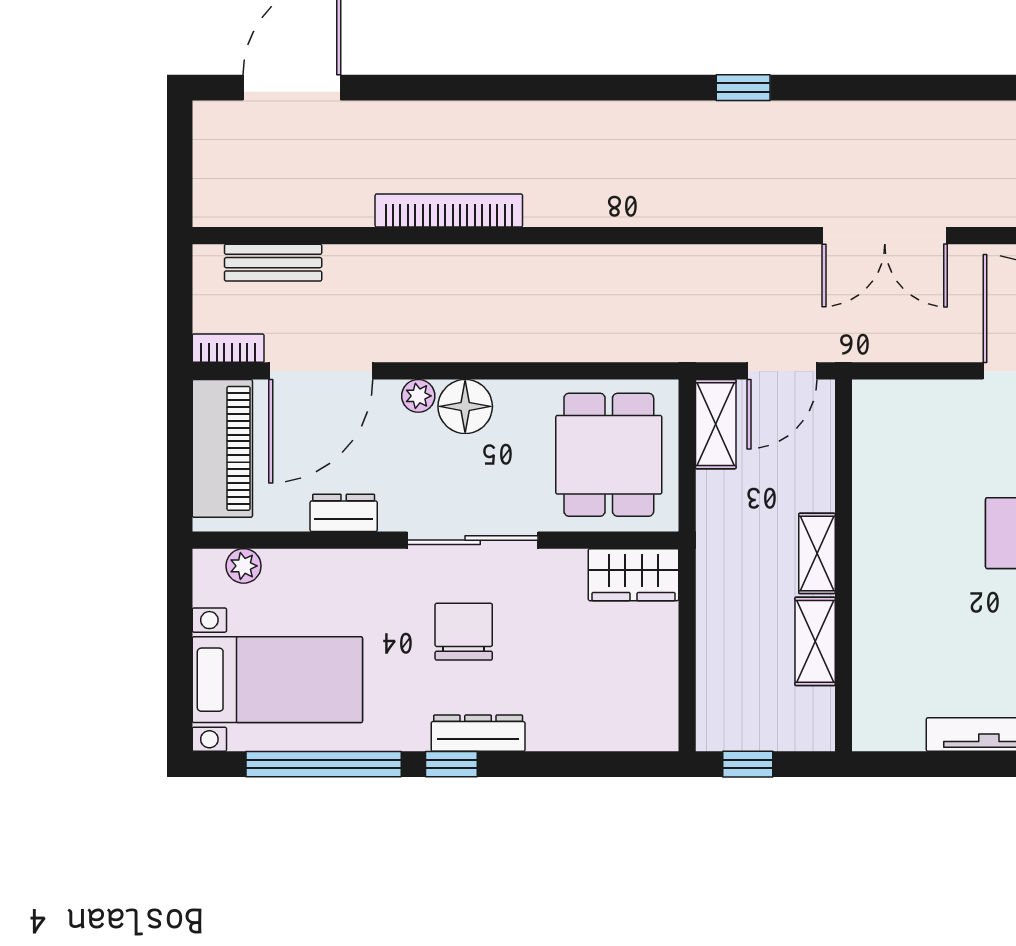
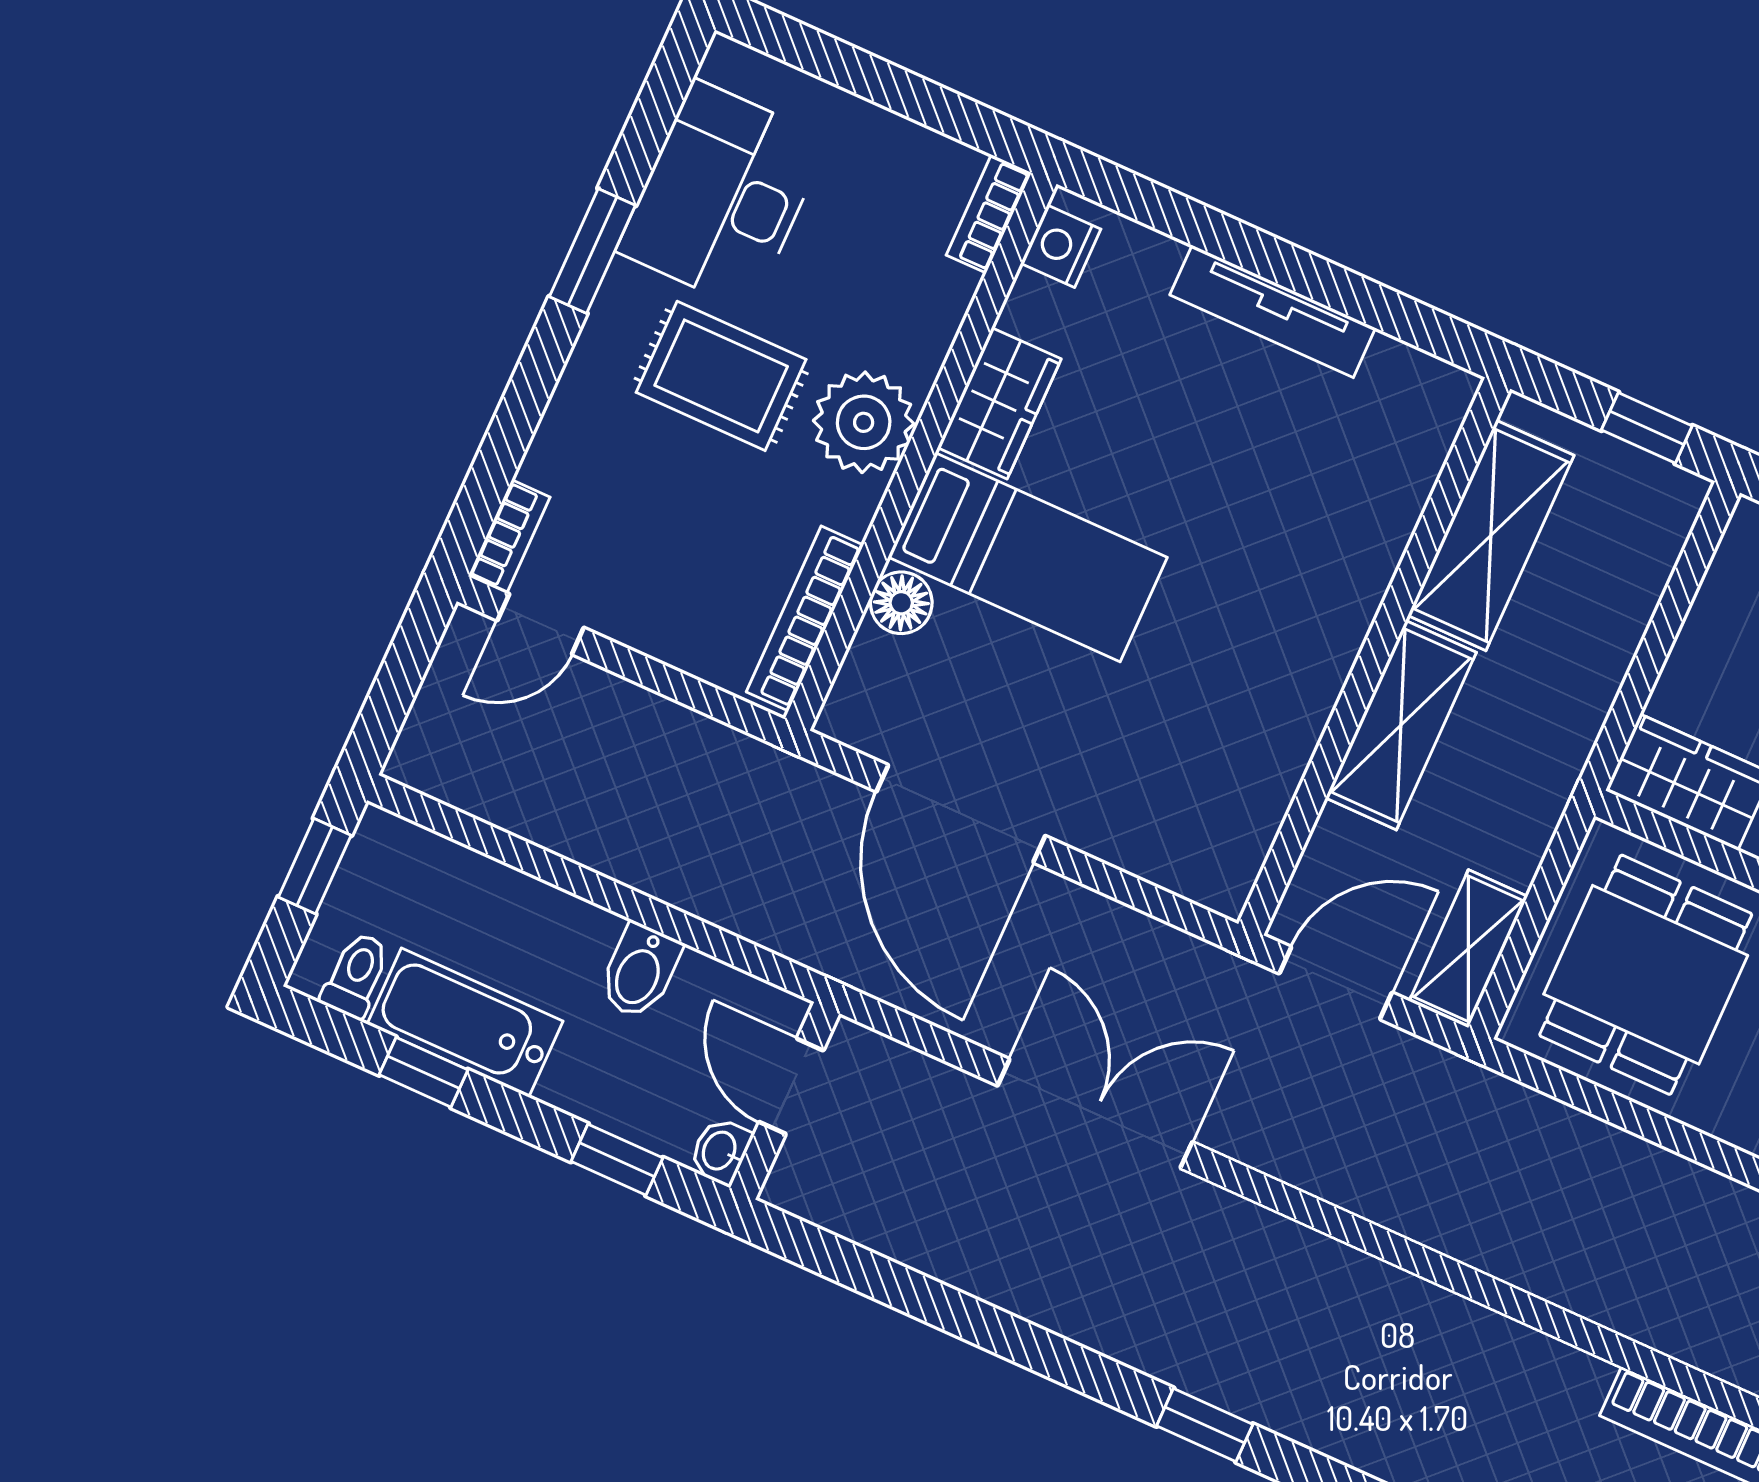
shelving: (817, 553) -> (1401, 725), width x1.50, depth x1.33
shelving: (815, 641) -> (1491, 535), width x1.50, depth x1.33

